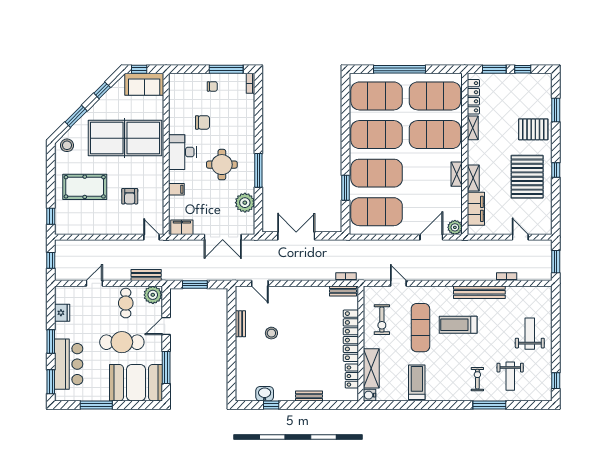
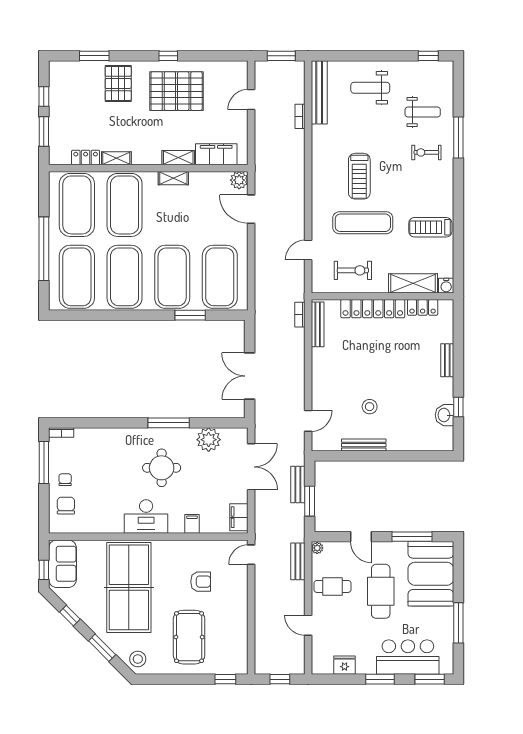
locker: (473, 97) -> (86, 158), width x0.66
chair: (203, 122) -> (66, 506), moved
bench: (208, 275) -> (298, 485), added
bench: (343, 291) -> (318, 324), width x1.36
bench: (479, 292) -> (319, 92), moved
plant: (153, 295) -> (317, 548), width x0.53, depth x0.53
bench: (240, 324) -> (364, 445), width x1.36

